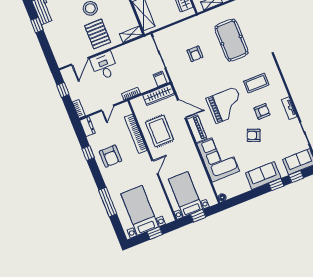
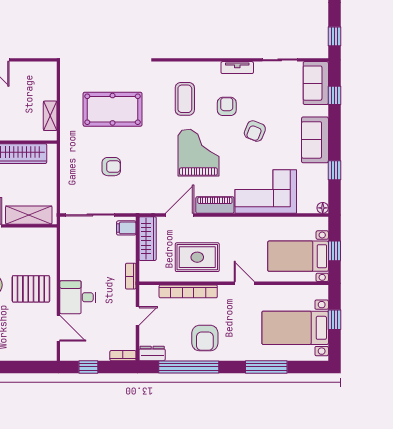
shelving: (131, 34) -> (50, 243), removed
door: (107, 108) -> (137, 316), hinge flipped
window: (88, 153) -> (189, 367), width x3.17
armchair: (110, 156) -> (205, 338), turned 90
window: (276, 185) -> (334, 170), moved

